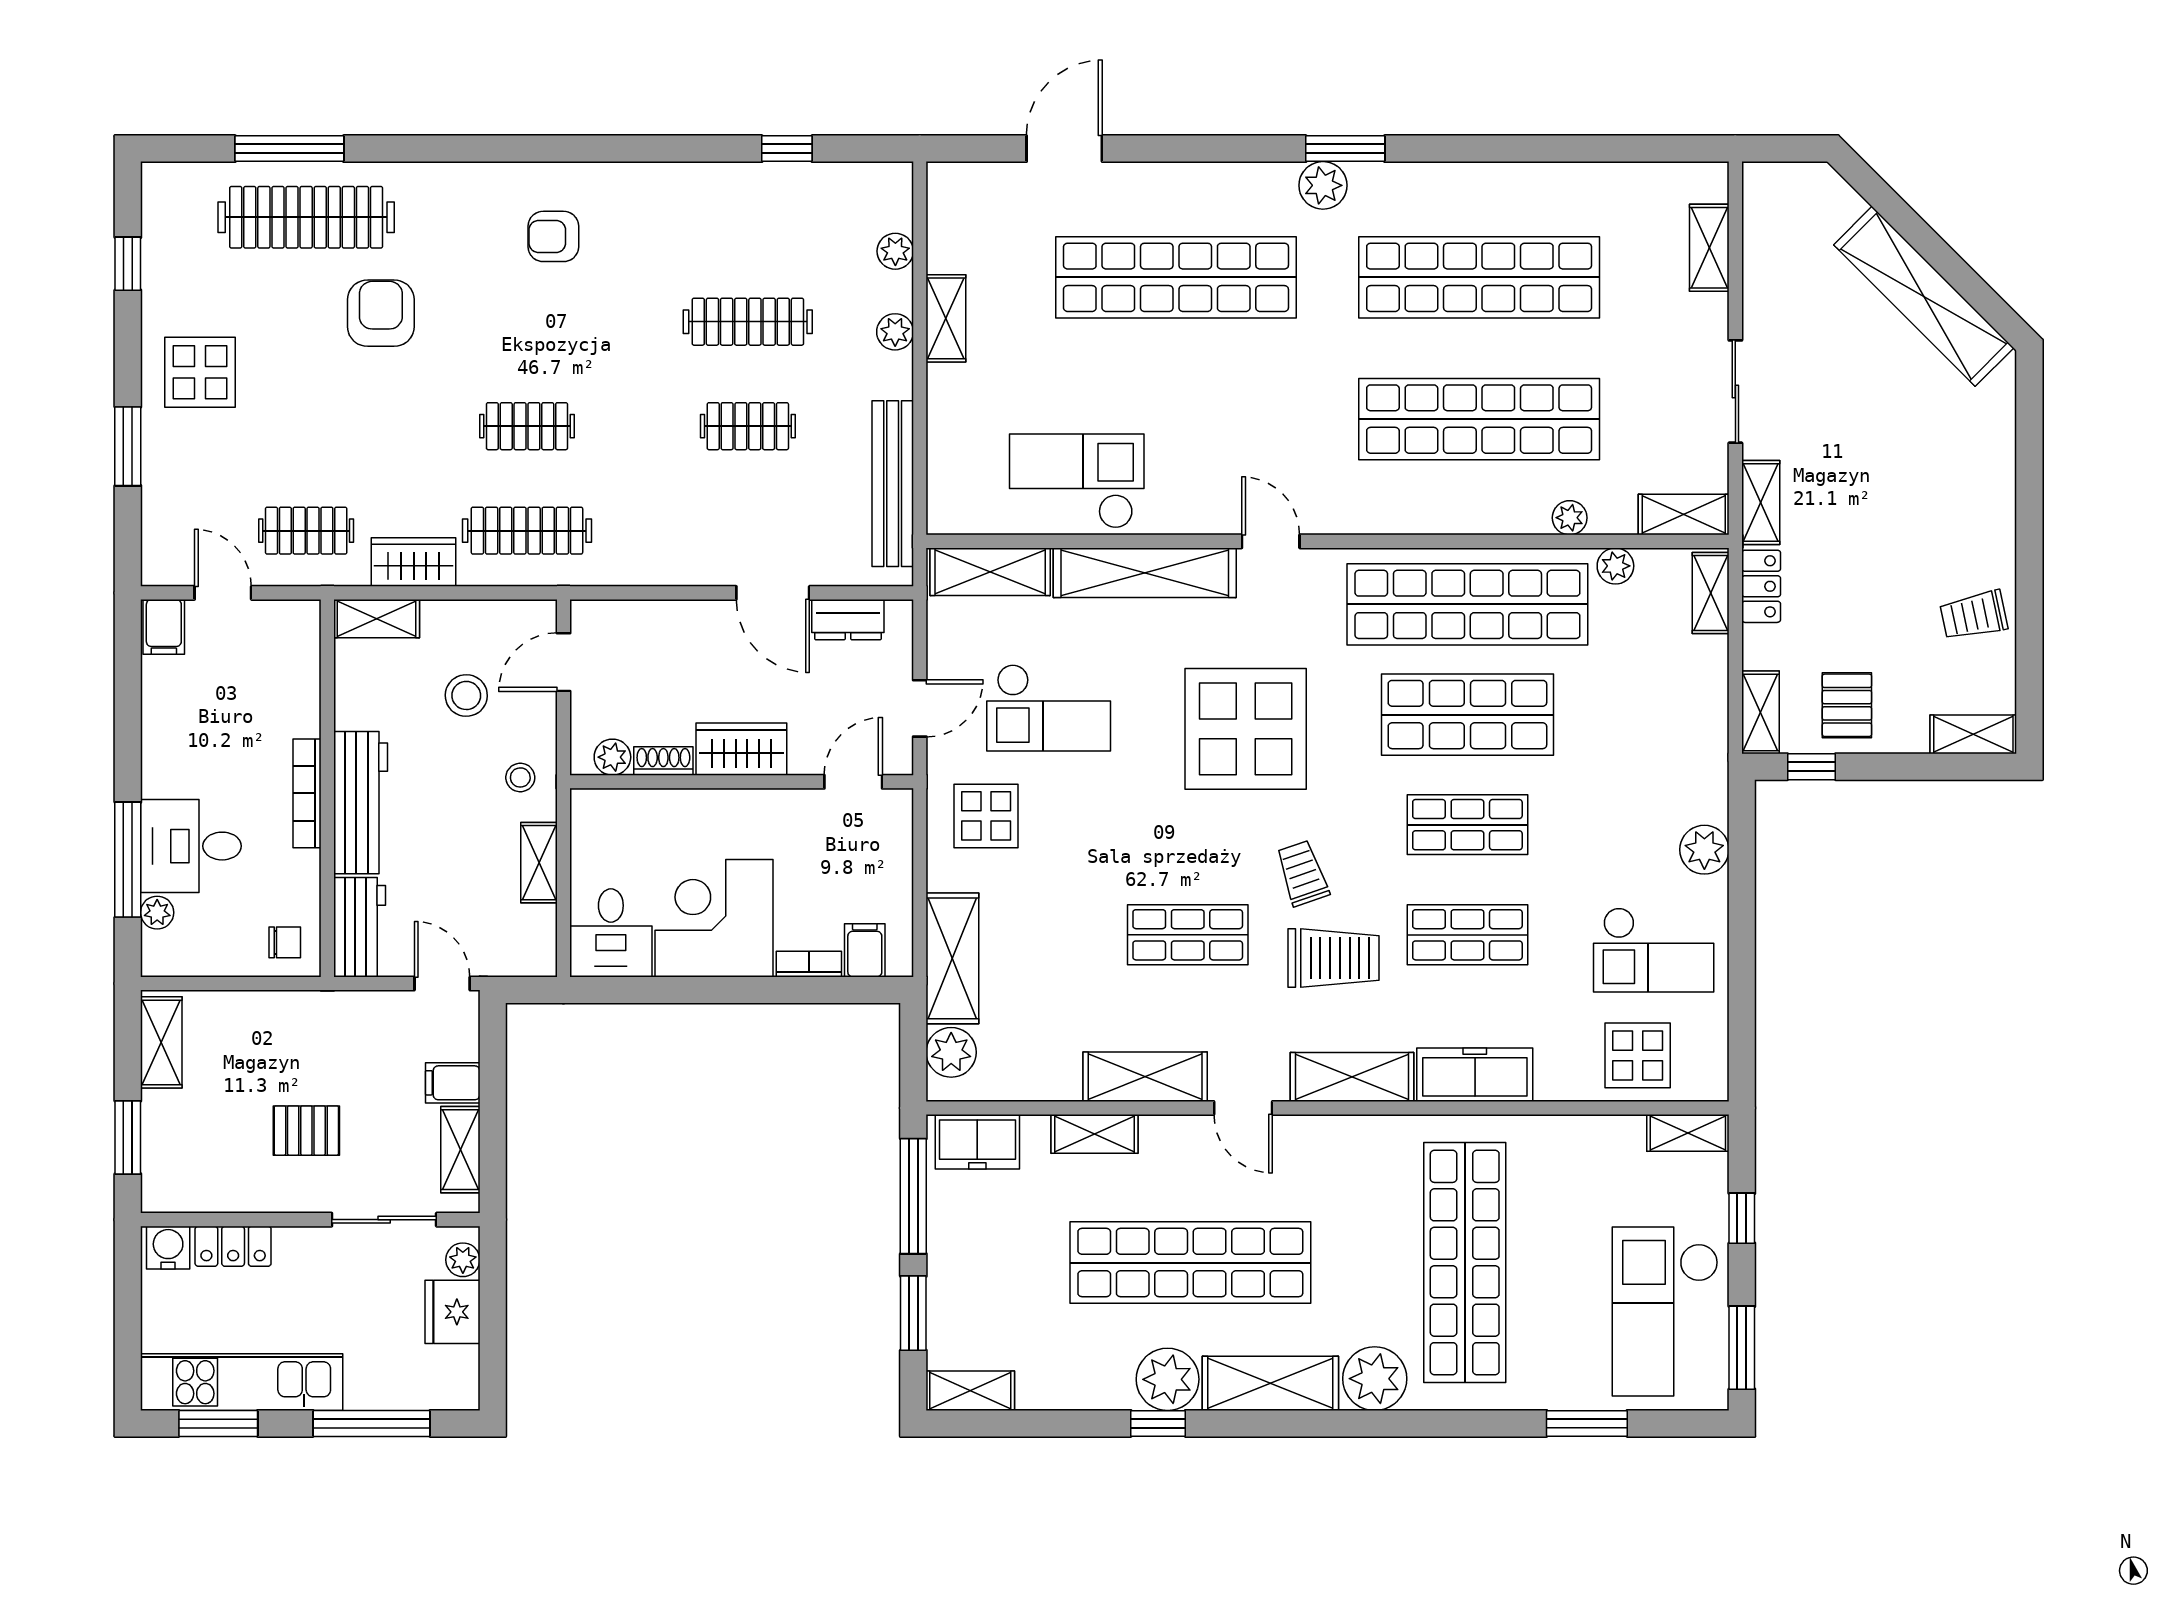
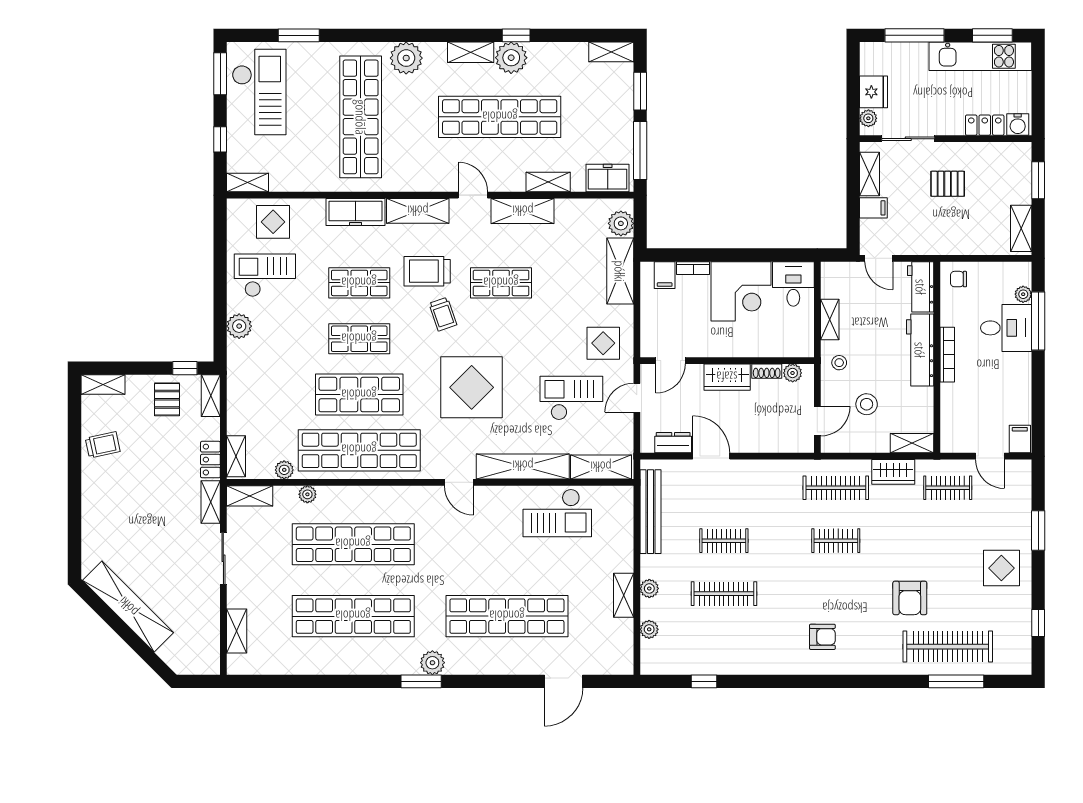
shelving: (1270, 1383) -> (471, 52), width x0.67, depth x0.75

